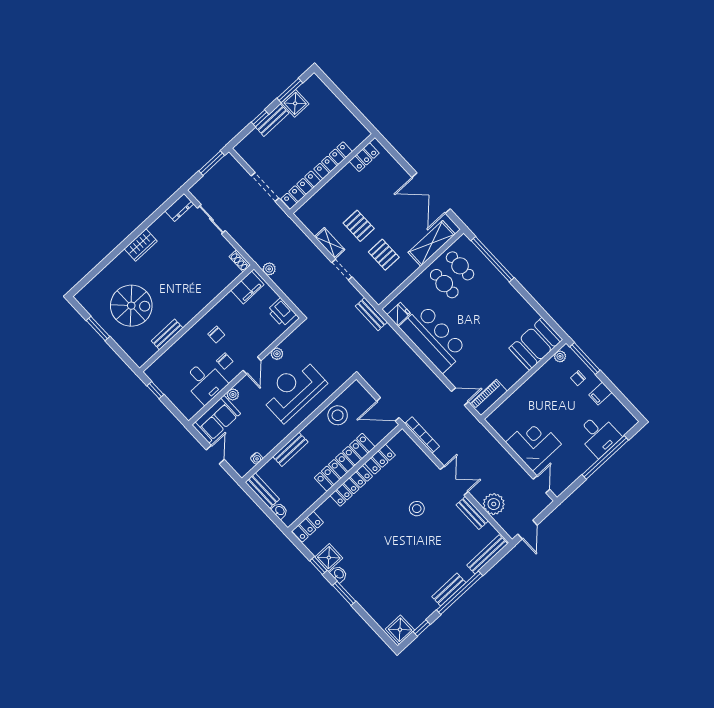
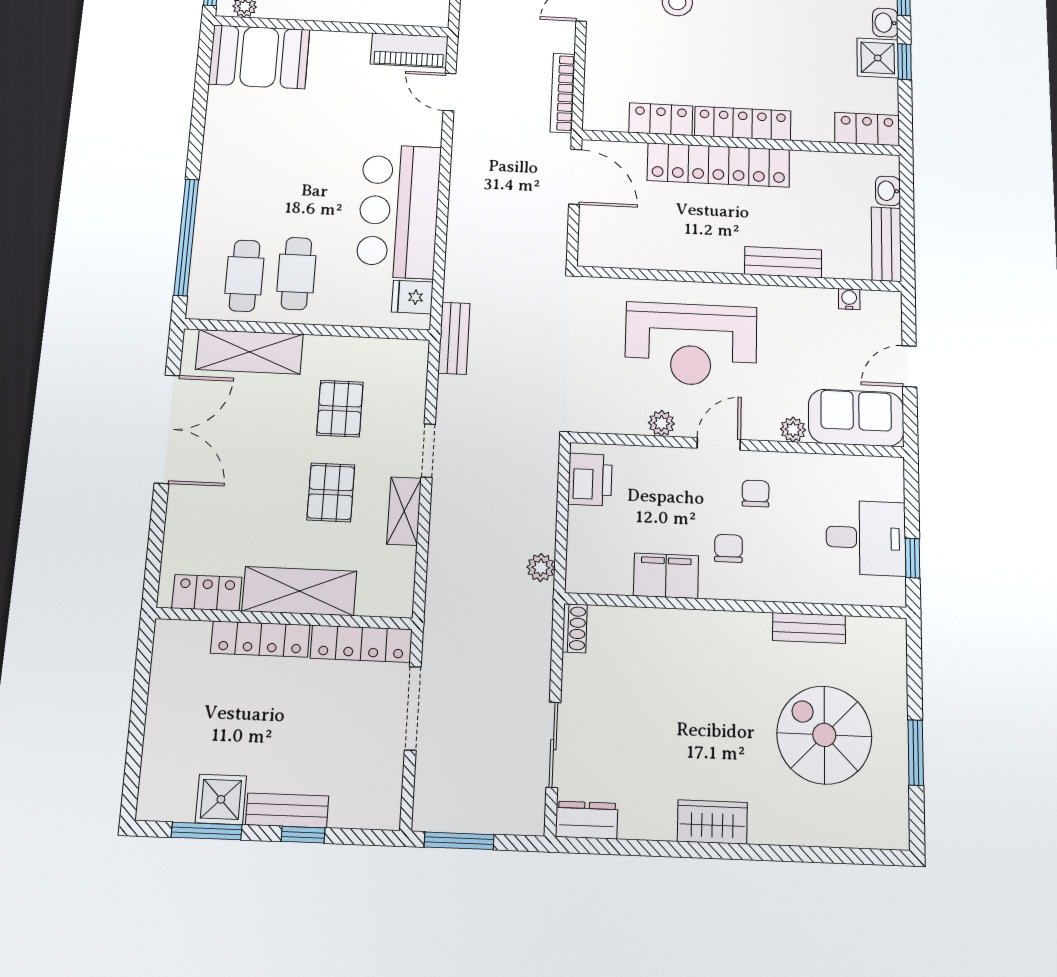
shelving: (336, 186) -> (299, 591), added
filing cabinet: (247, 287) -> (666, 576), moved
desk: (205, 382) -> (866, 538), moved, turned 90
stool: (338, 415) -> (660, 241), removed

